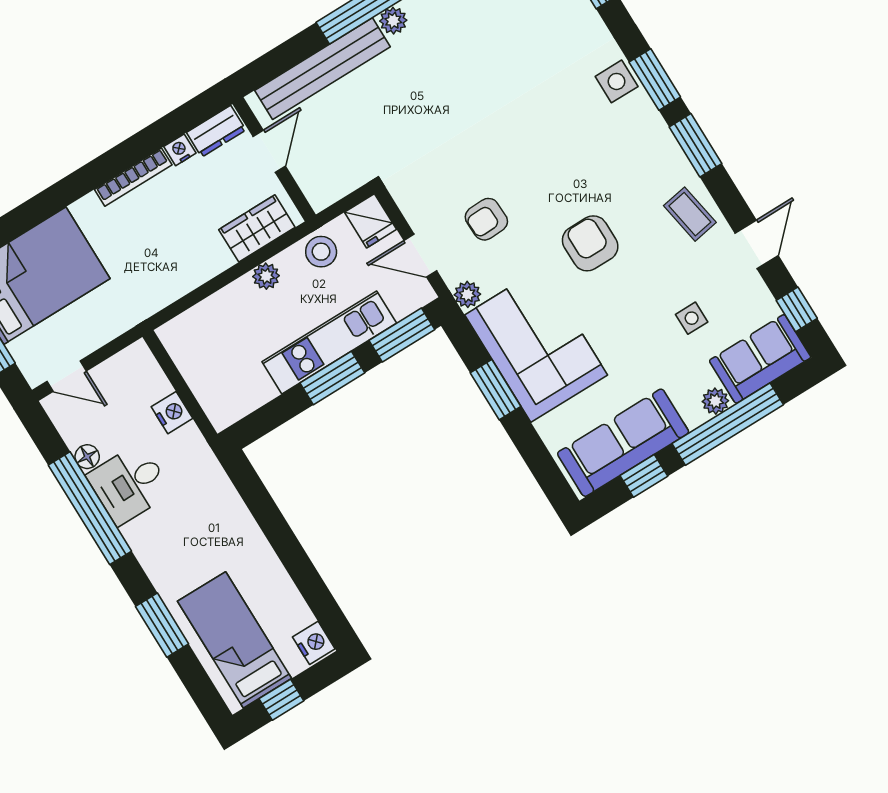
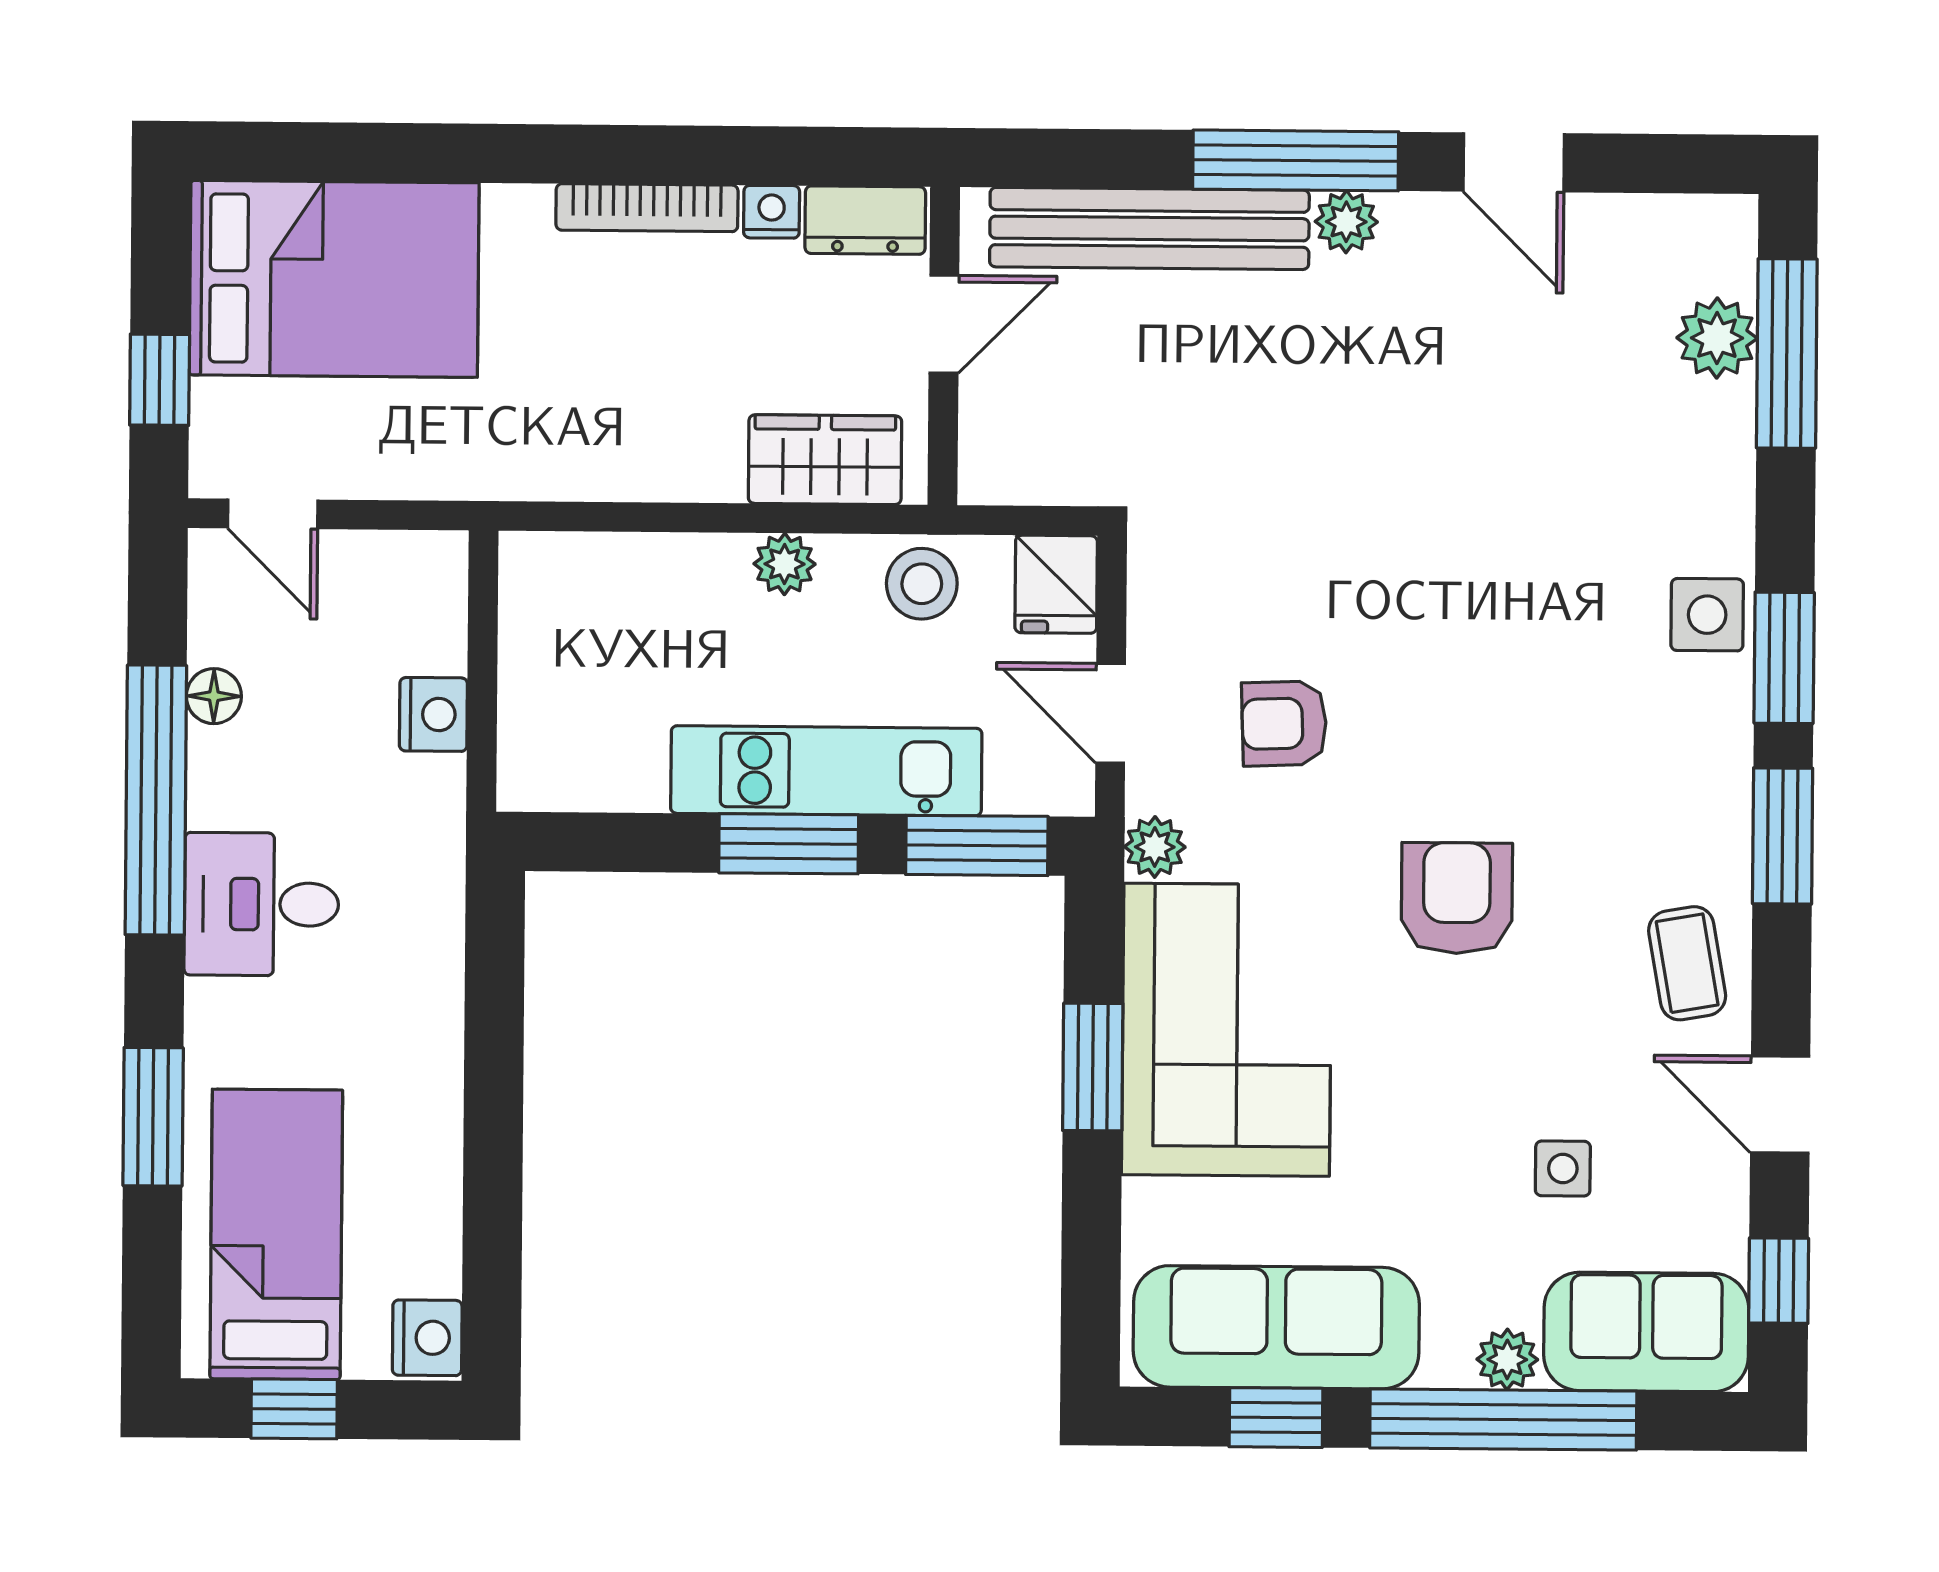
door: (757, 244) -> (1780, 1104), swing flipped
desk: (129, 484) -> (261, 904), moved

